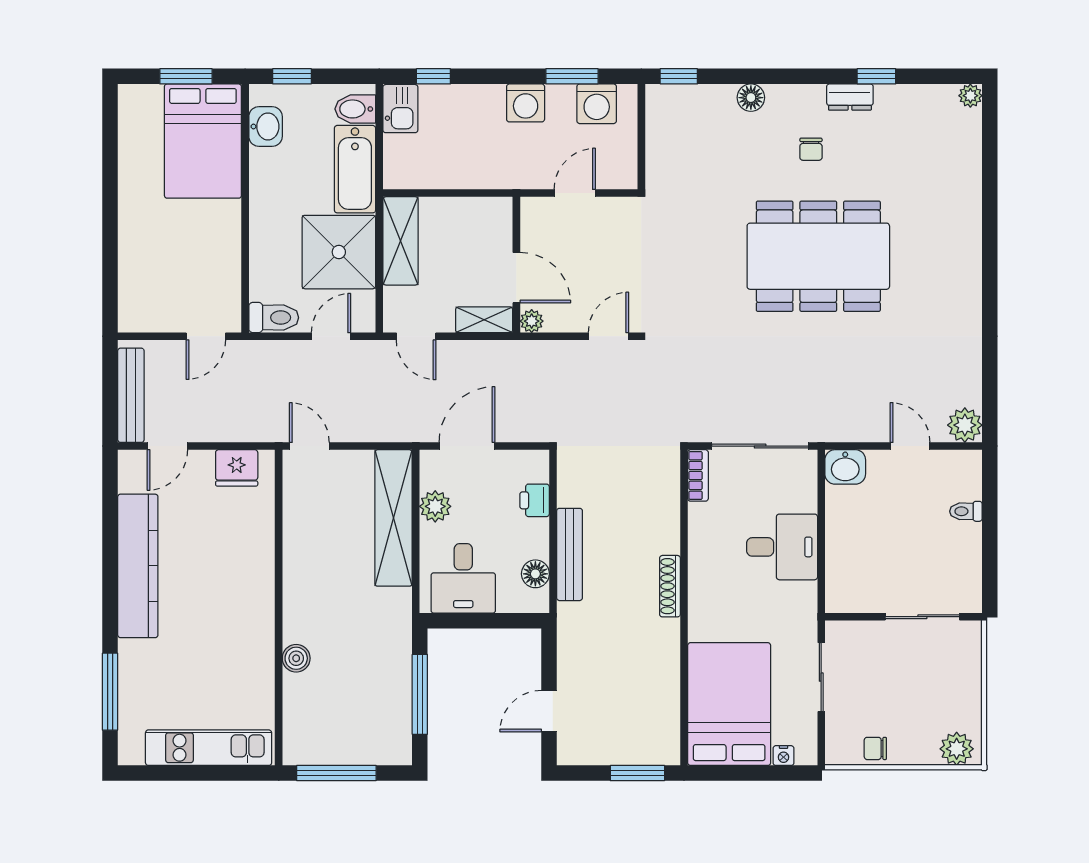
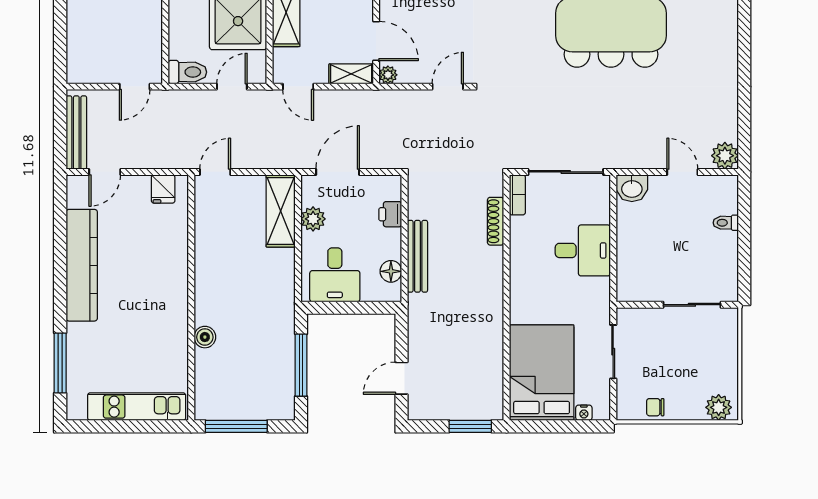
door: (309, 446) -> (215, 172), hinge flipped
fridge: (237, 468) -> (163, 189), width x0.72
shelving: (394, 518) -> (281, 211), width x0.68
shoe rack: (670, 586) -> (496, 221), moved

